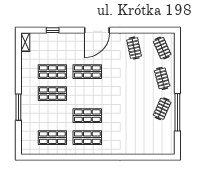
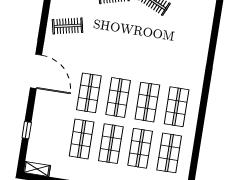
shop shelf: (87, 94) -> (118, 97), added
shop shelf: (52, 116) -> (140, 148), added

